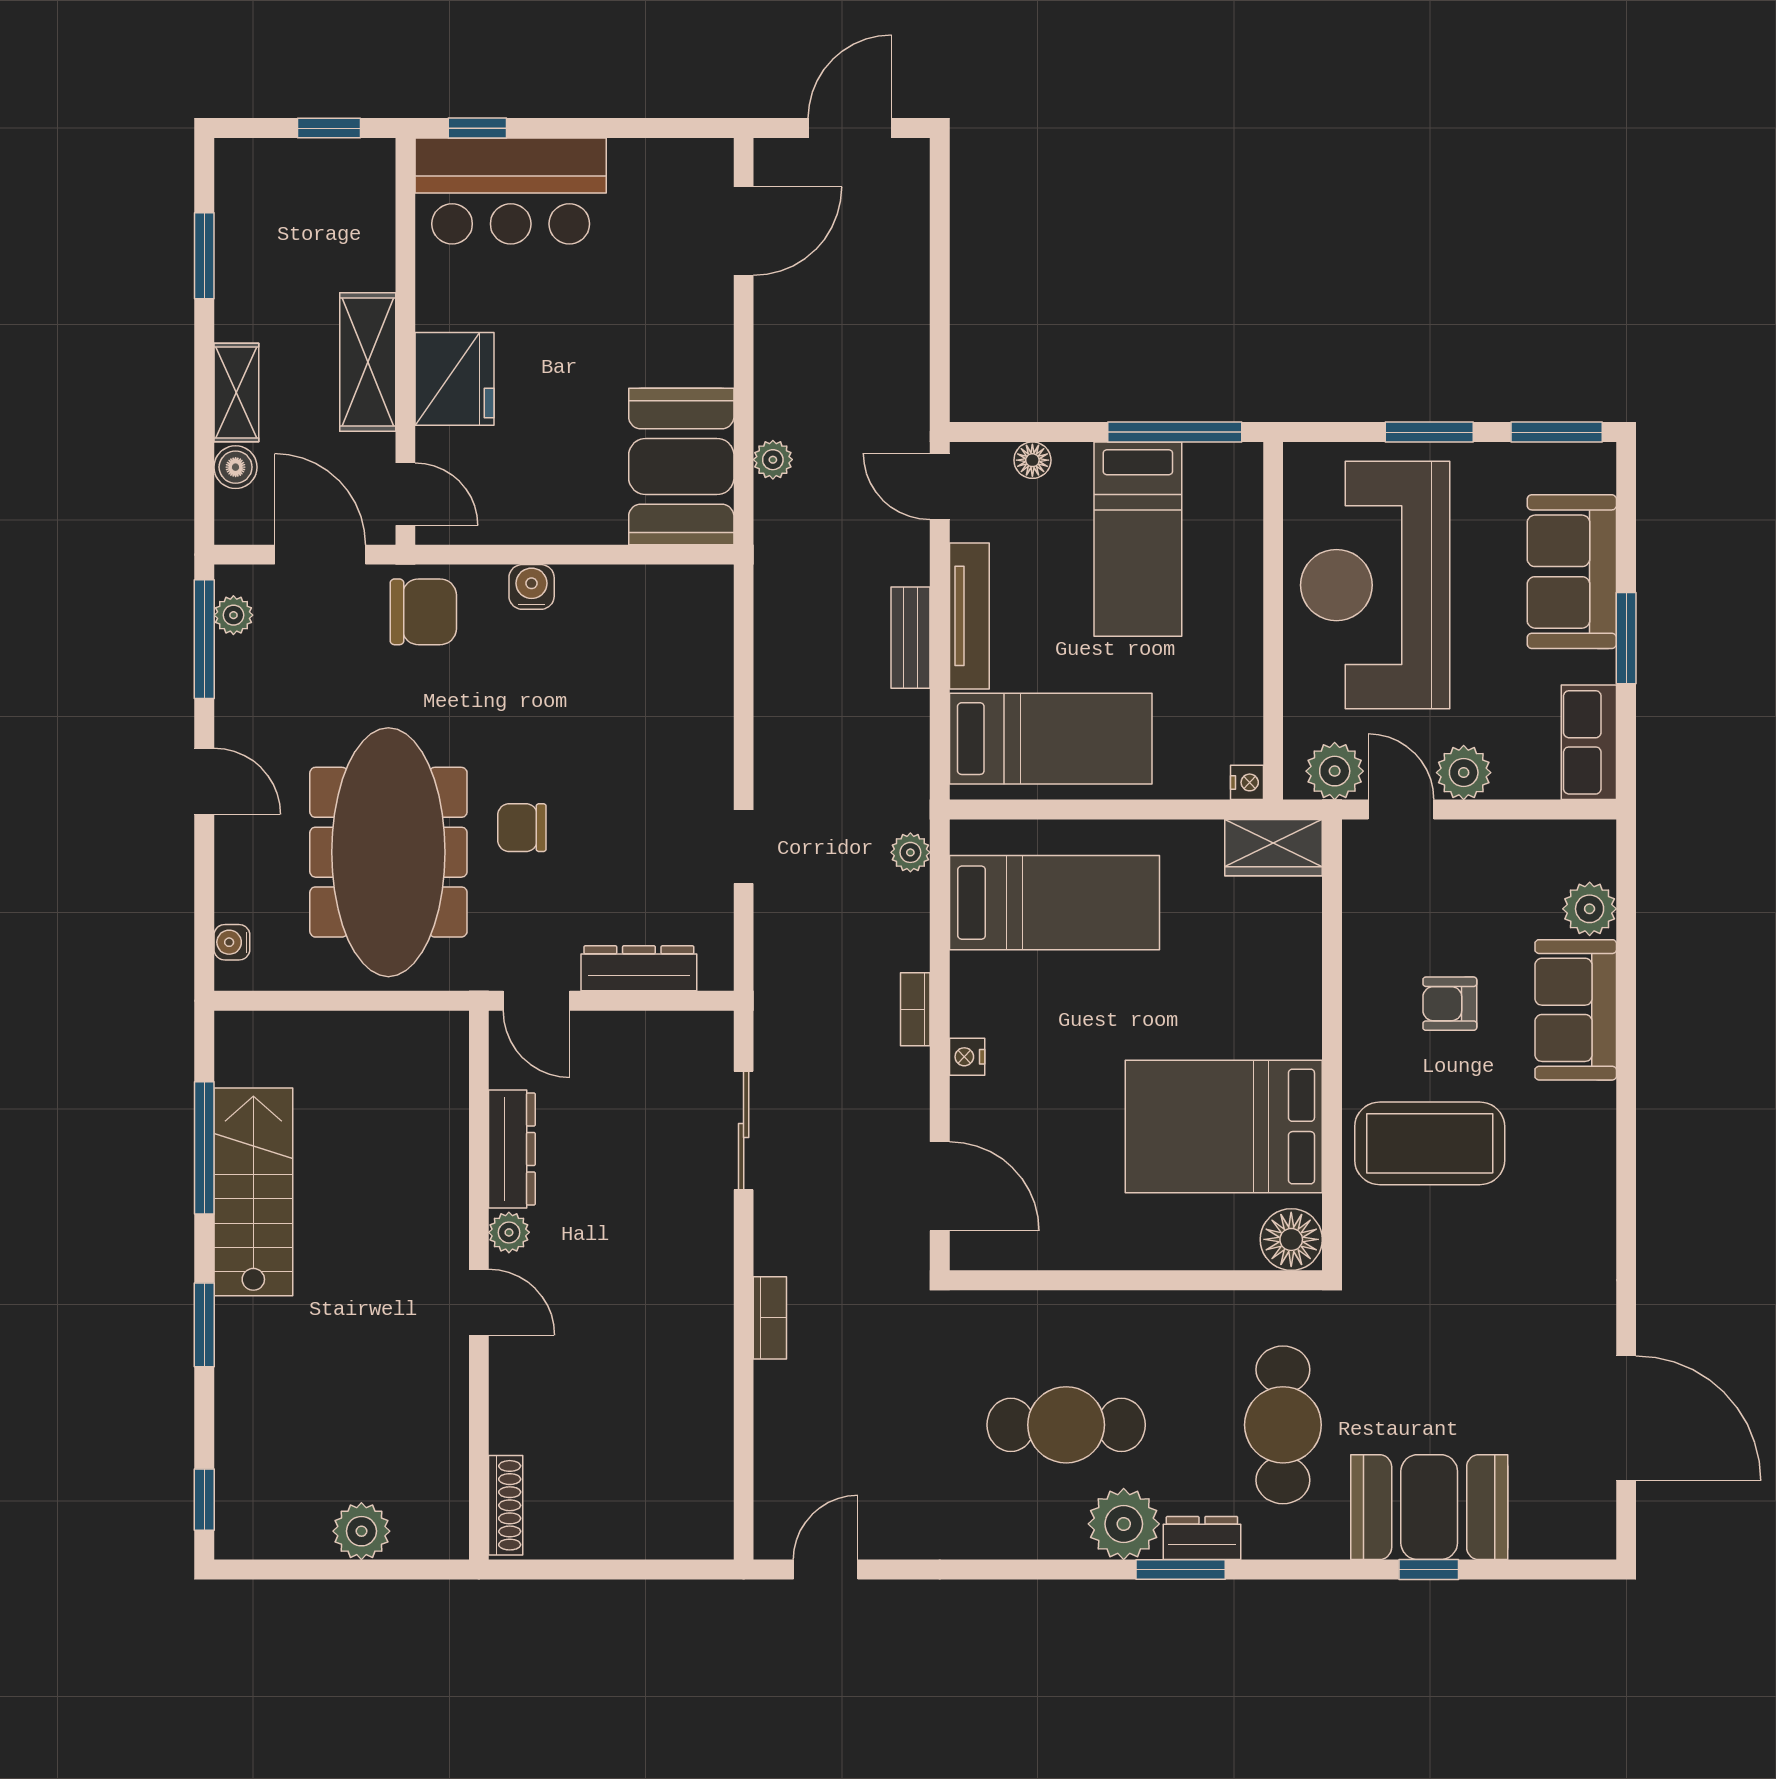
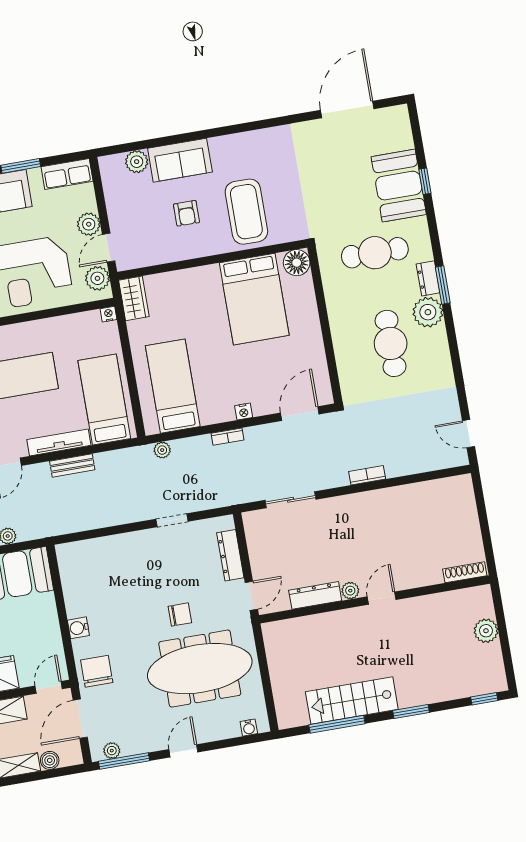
chair: (522, 828) -> (180, 614), turned -90

